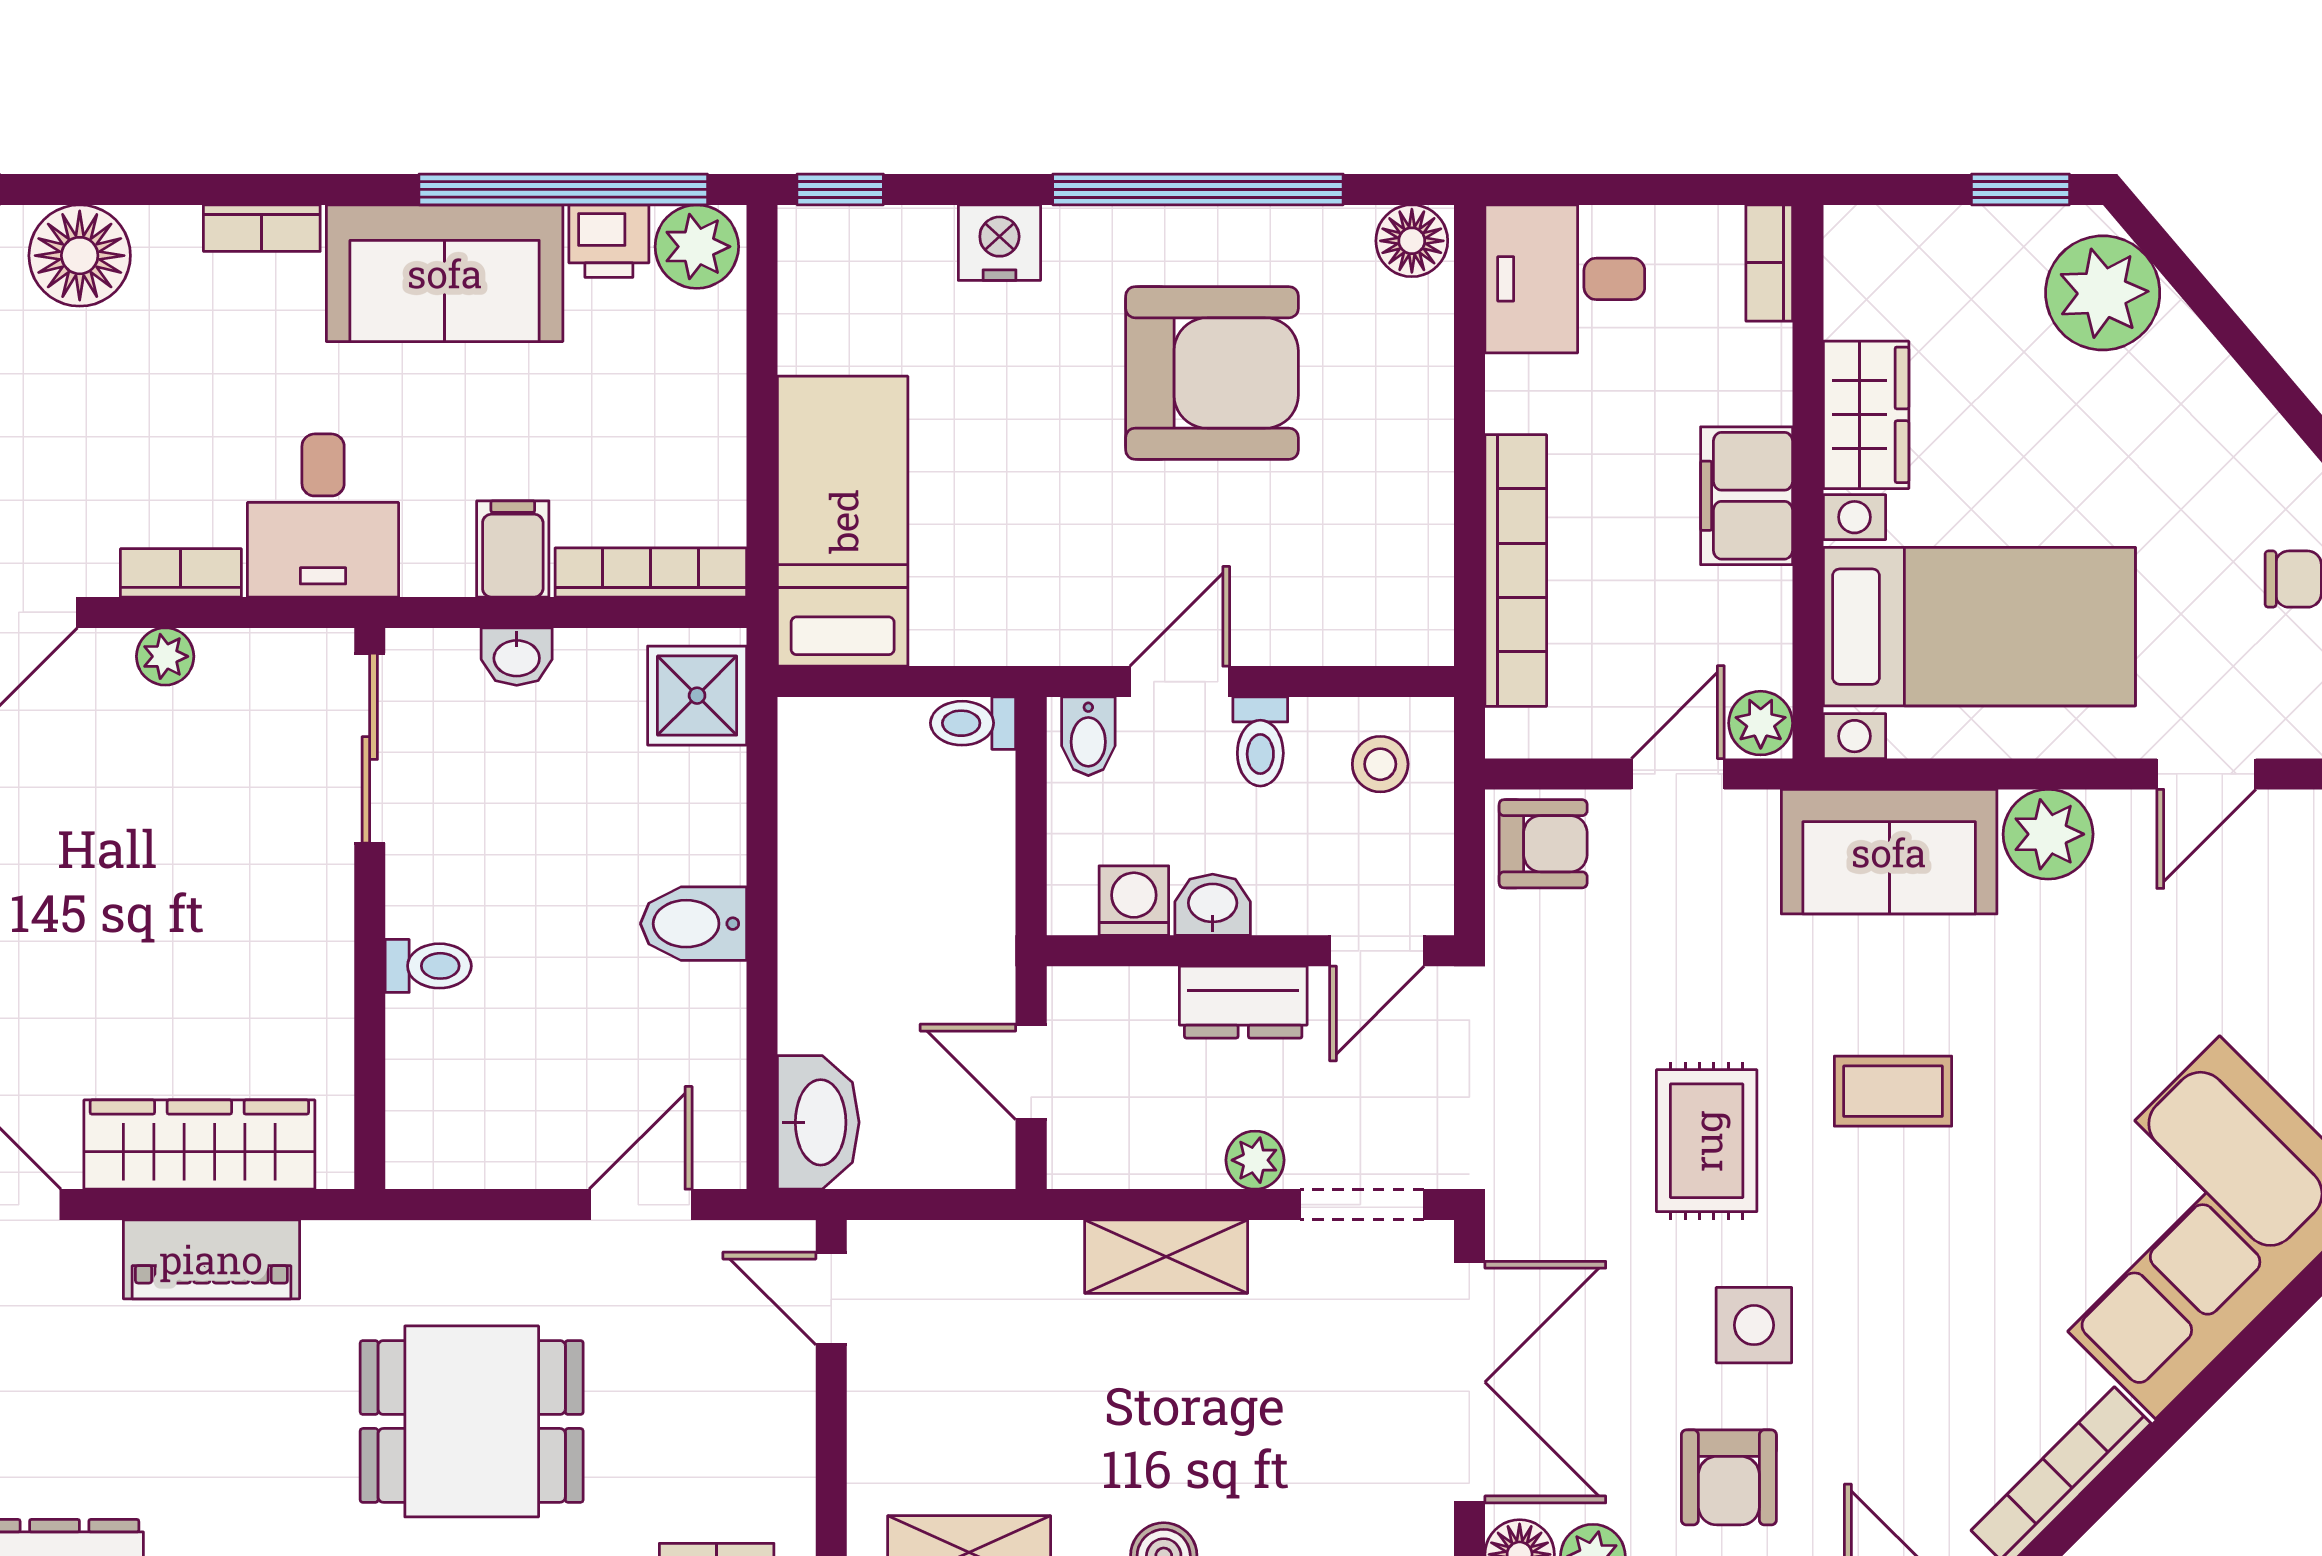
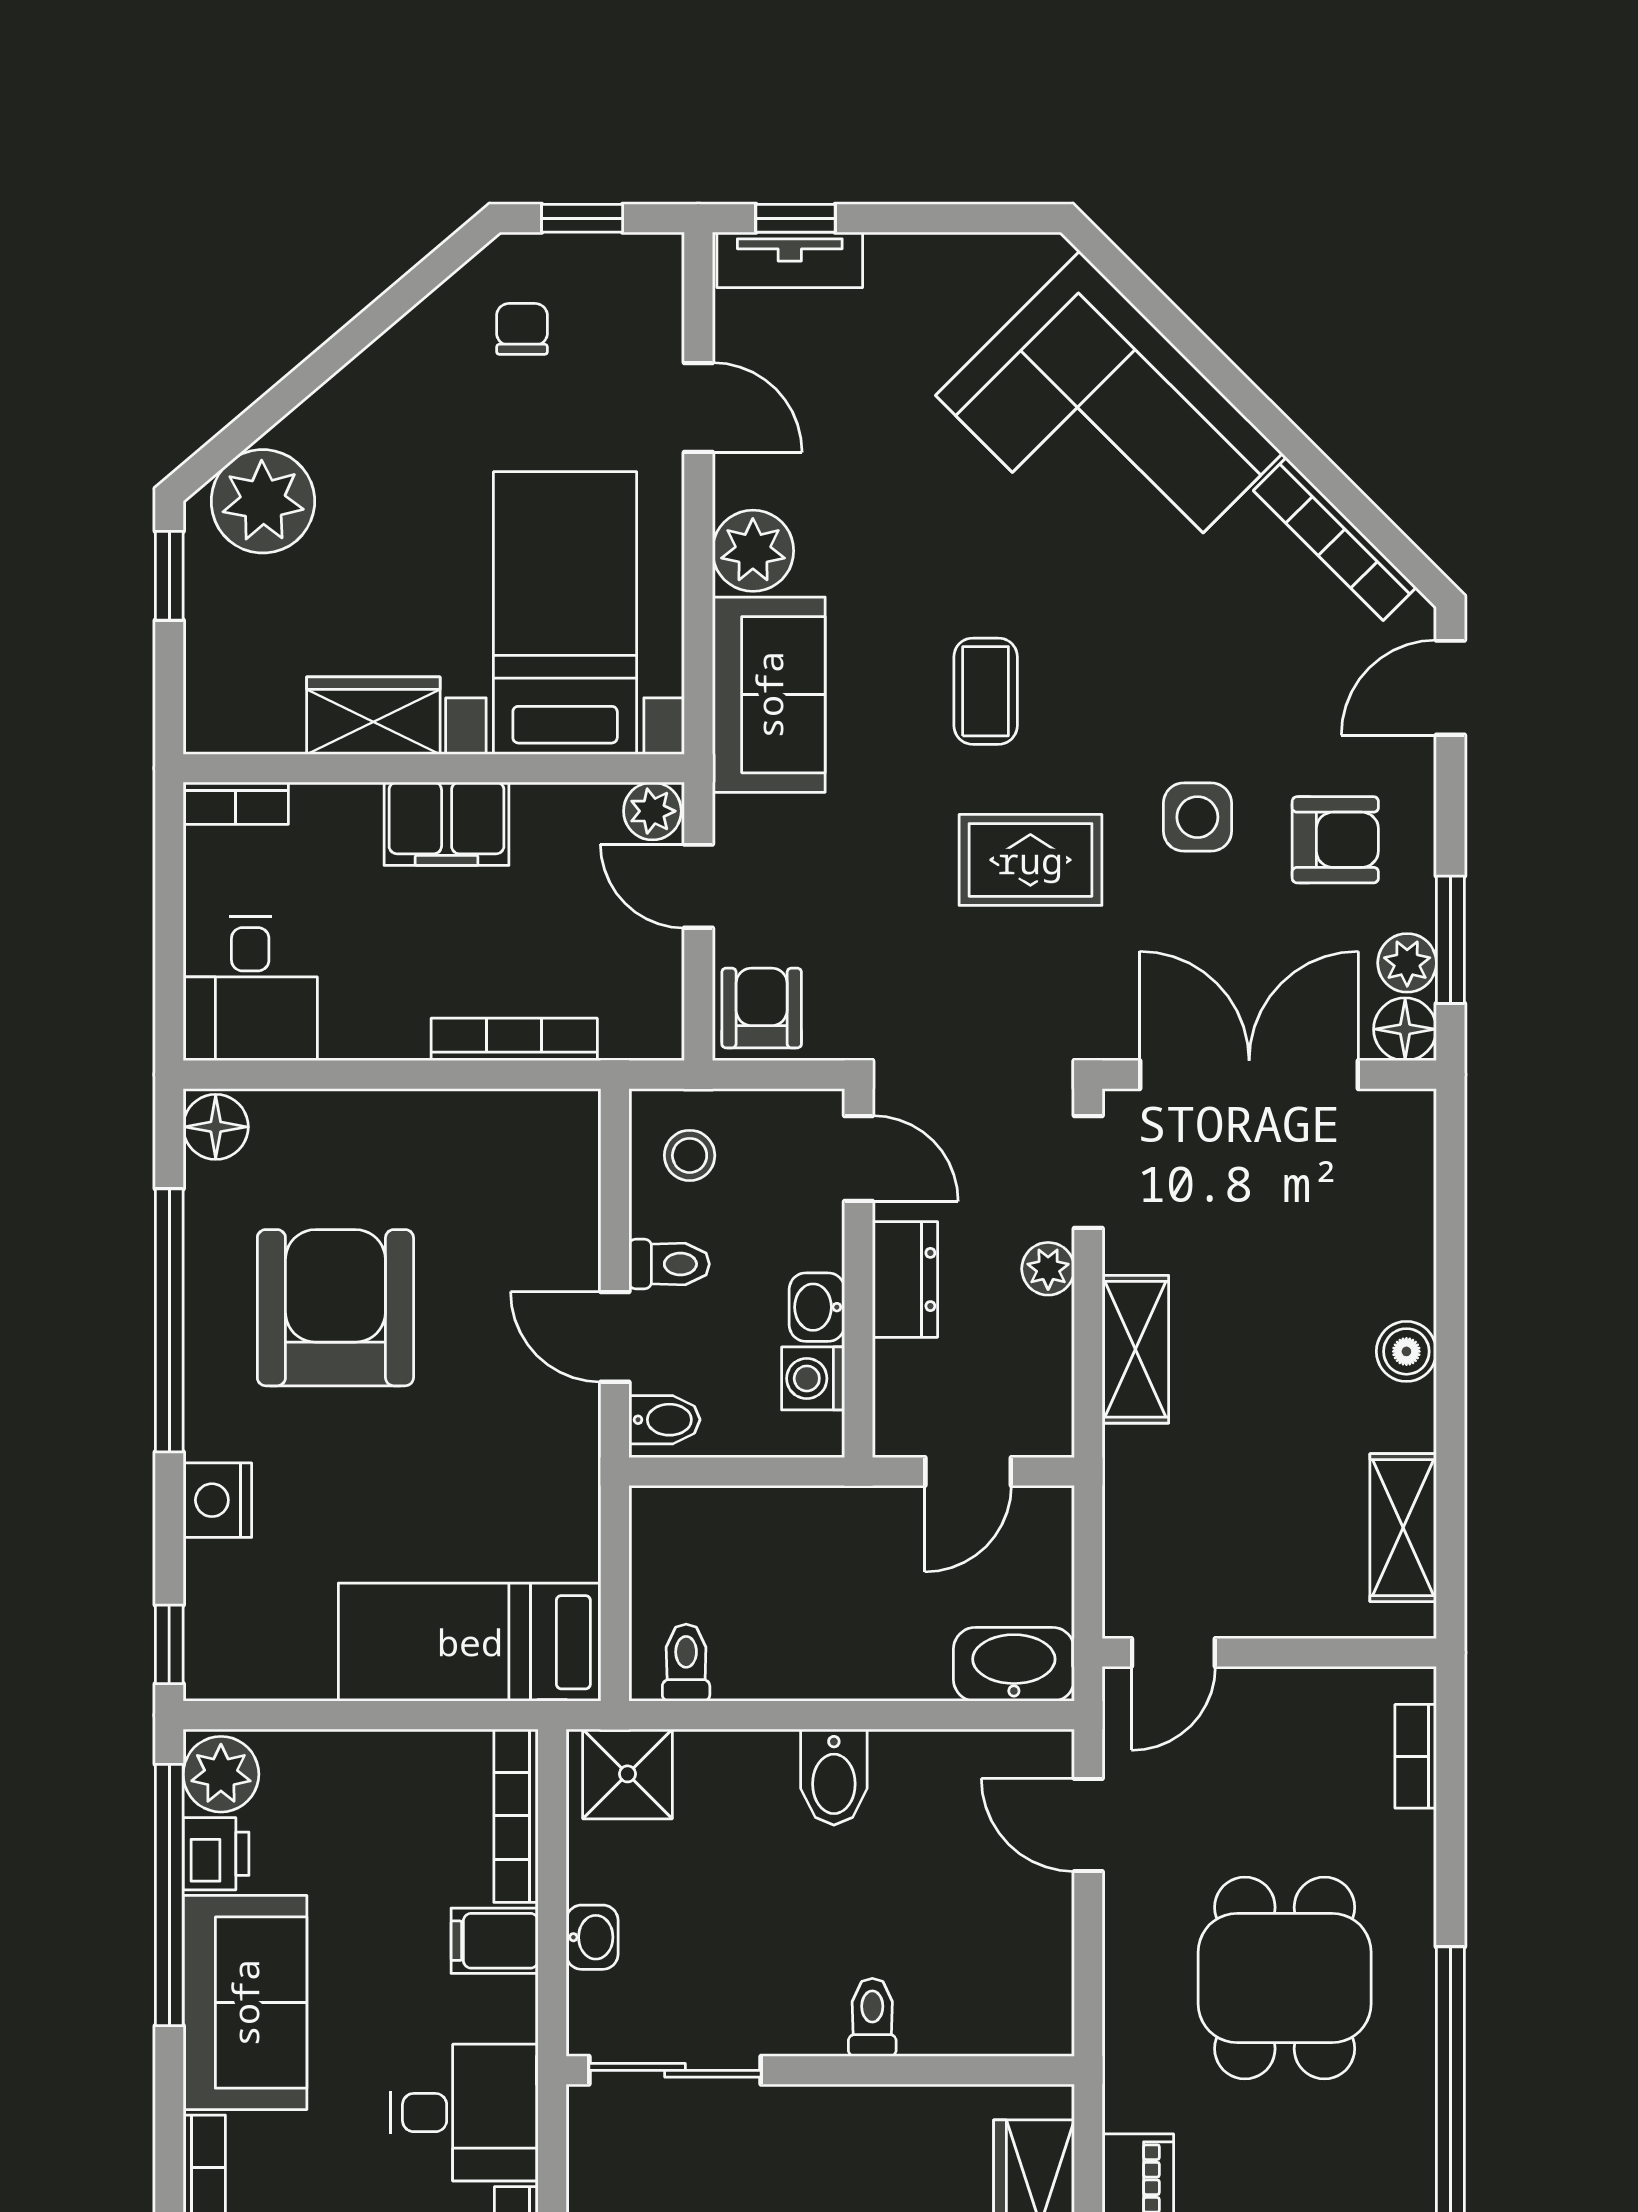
bookcase: (1516, 570) -> (514, 1039), width x0.68, depth x0.76
toilet: (973, 723) -> (686, 1663), moved, turned 180

